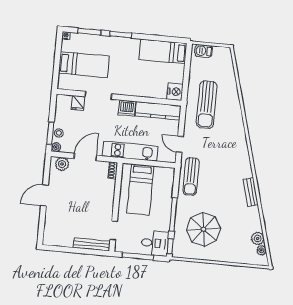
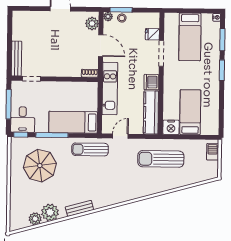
bed: (163, 51) -> (190, 112), moved
bed: (140, 190) -> (73, 122), moved
plant: (261, 250) -> (50, 212), moved, width x1.88, depth x1.88

